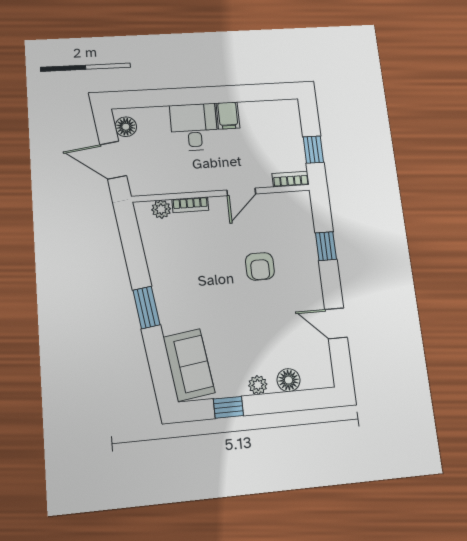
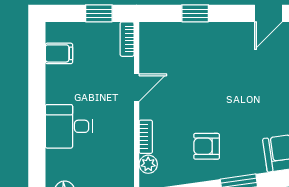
filing cabinet: (228, 115) -> (59, 53), moved
door: (241, 192) -> (137, 88), hinge flipped
armchair: (260, 266) -> (207, 146), moved, turned 180

